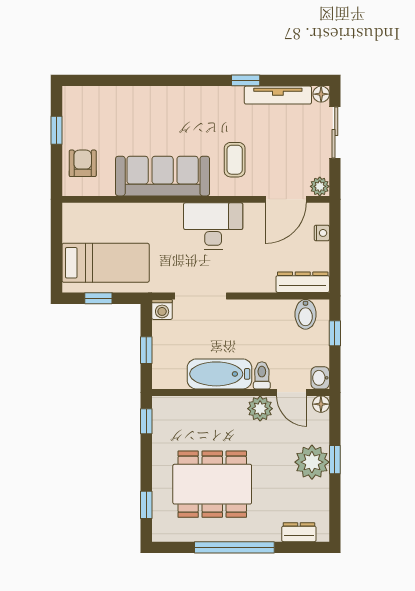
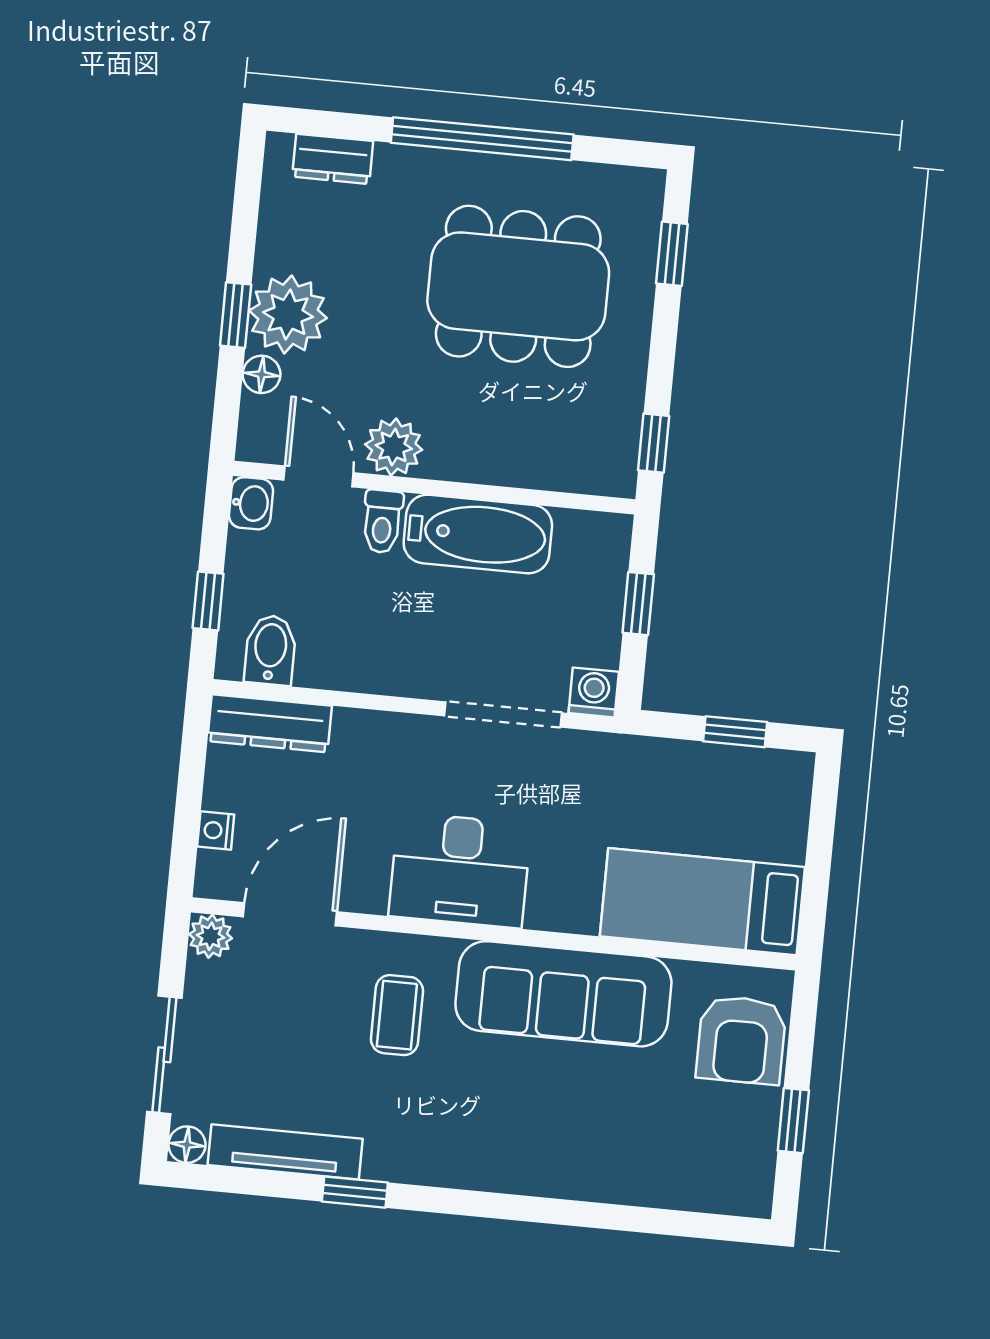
armchair: (83, 163) -> (741, 1040), width x1.38, depth x1.38
bed: (106, 263) -> (702, 902), moved
floor lamp: (321, 404) -> (262, 374), moved

